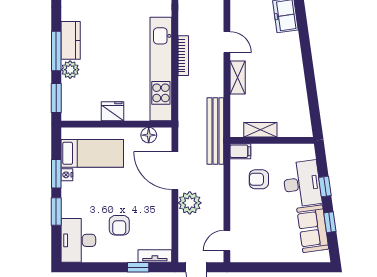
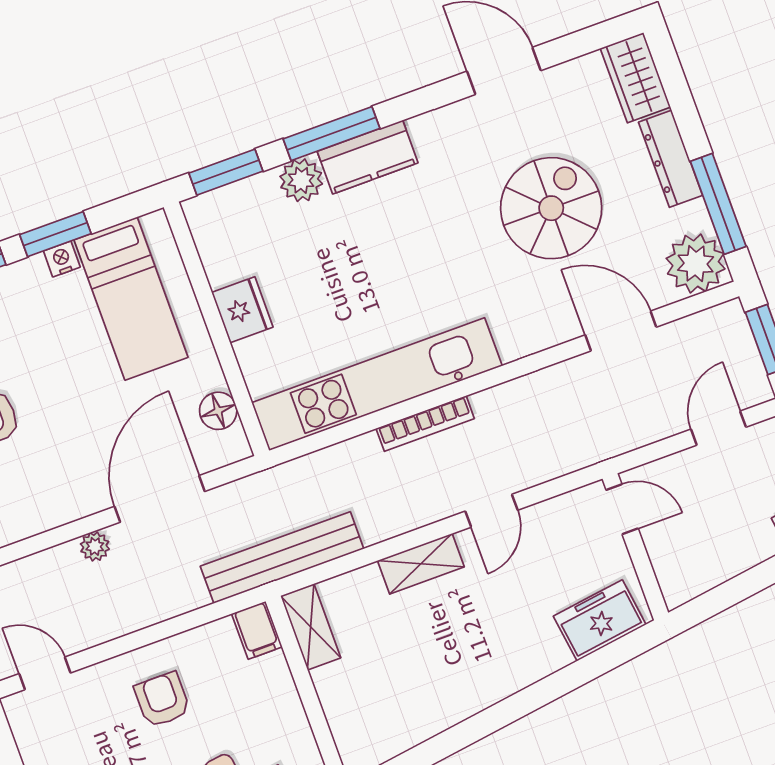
shelving: (260, 130) -> (311, 627), moved
armchair: (259, 179) -> (162, 700), moved
plant: (190, 203) -> (95, 546), width x0.53, depth x0.53

